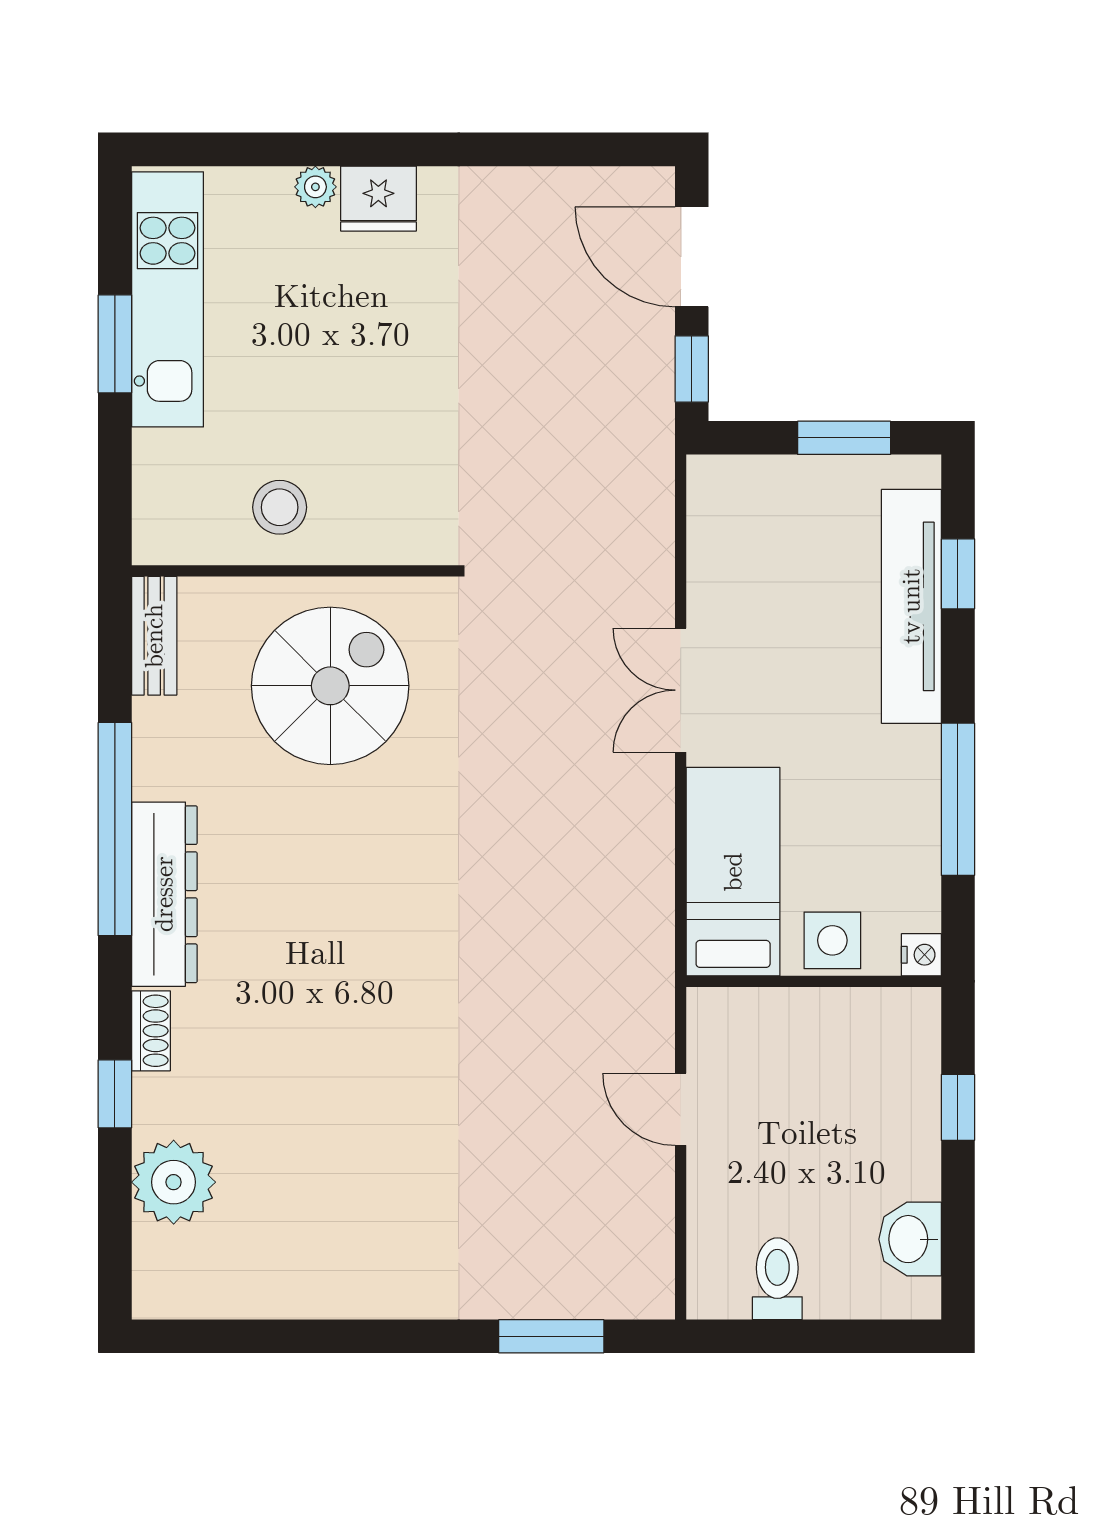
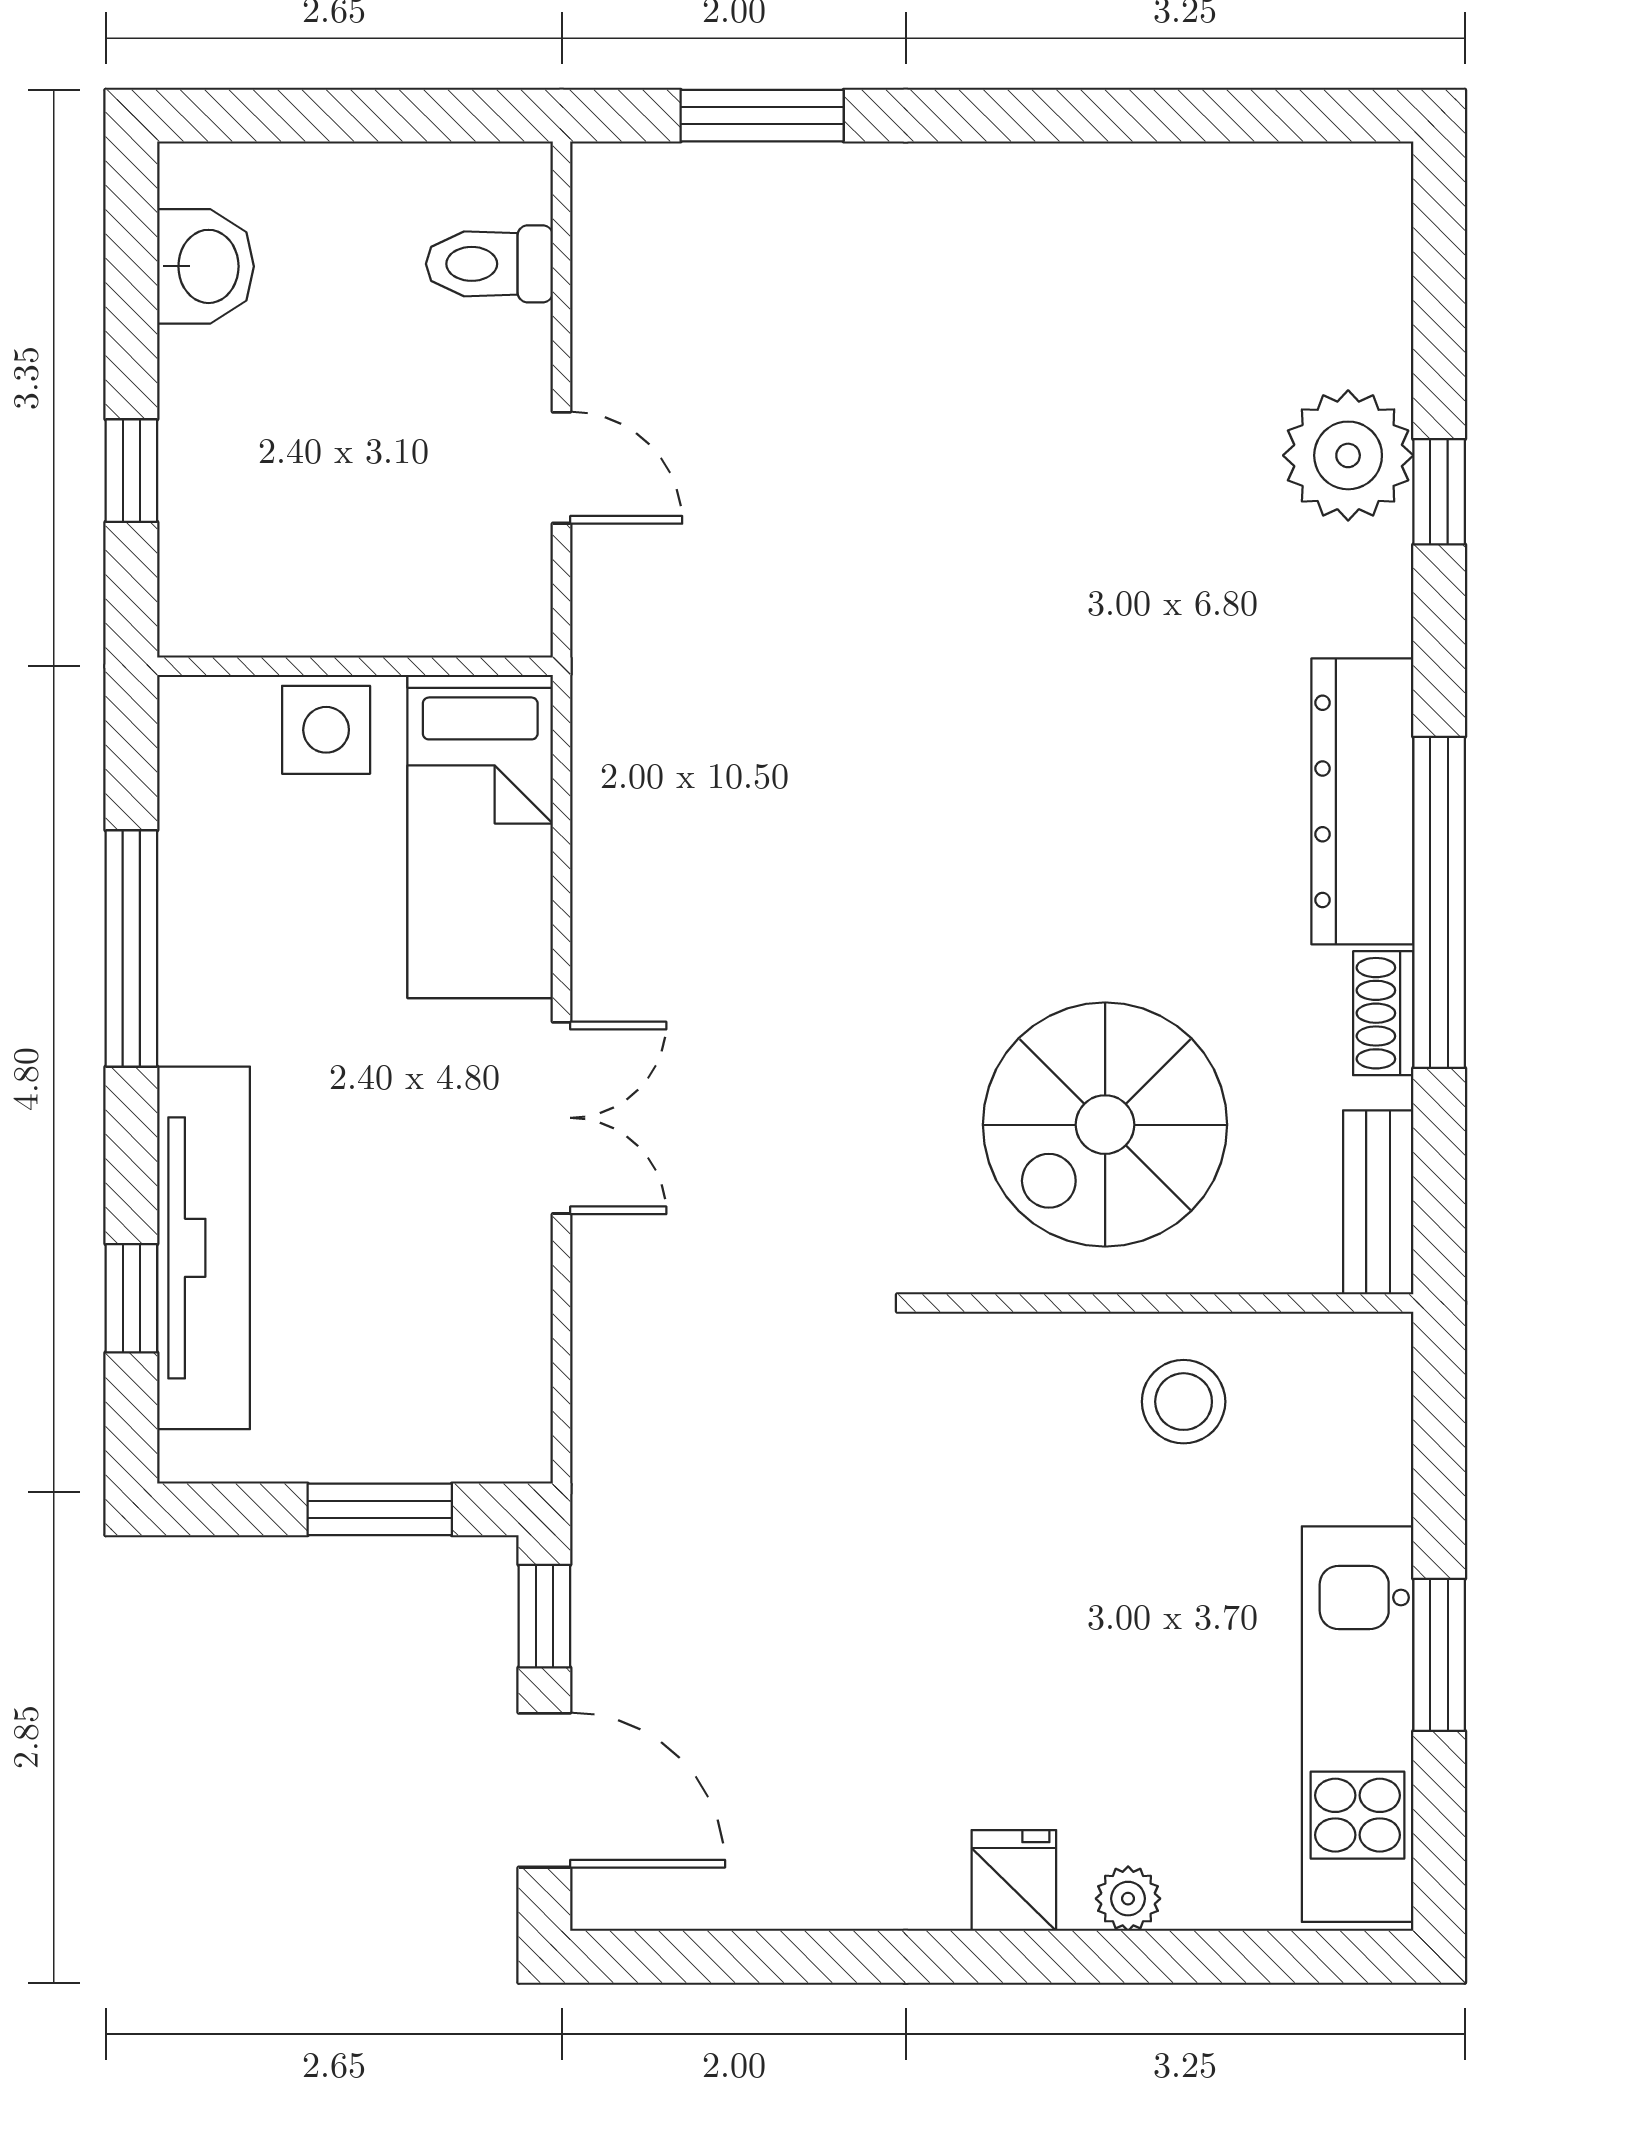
fridge: (378, 199) -> (1014, 1880), width x0.72
window: (844, 438) -> (380, 1509), moved
nightstand: (921, 955) -> (188, 708), removed
shoe rack: (151, 1031) -> (1383, 1013), moved
plant: (174, 1182) -> (1348, 455), moved
toilet: (777, 1279) -> (489, 264), moved, turned 90

